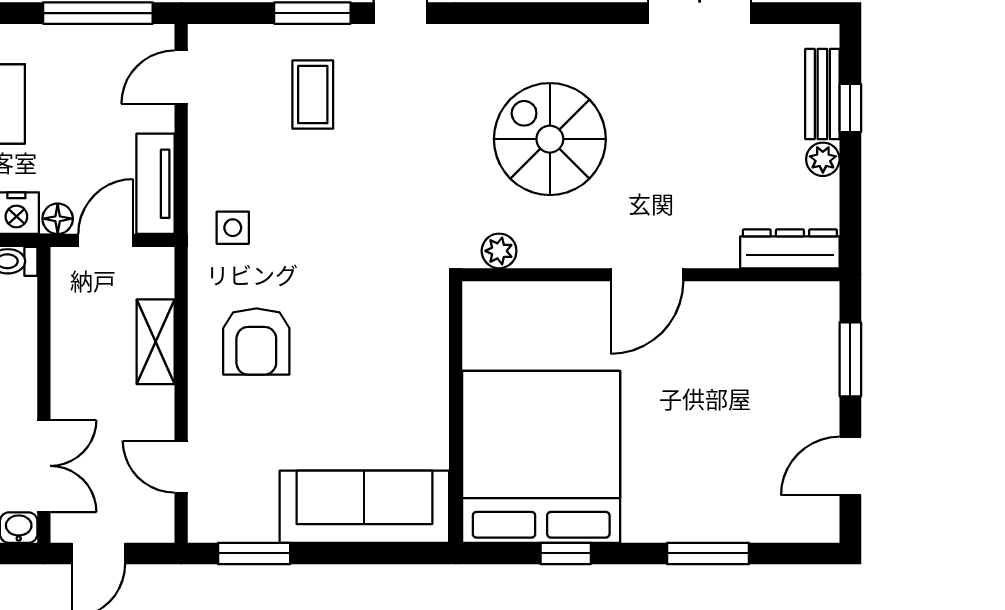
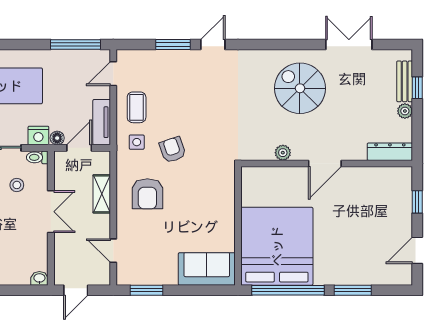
coffee table: (313, 95) -> (137, 107), moved
spiral stairs: (550, 139) -> (300, 88), moved
armchair: (312, 244) -> (173, 150), added
plant: (499, 251) -> (283, 153), moved
window: (850, 359) -> (417, 202), width x0.67
double door: (44, 466) -> (51, 212), moved
sofa: (364, 507) -> (207, 269), width x0.73
window: (566, 553) -> (288, 290), width x3.17

